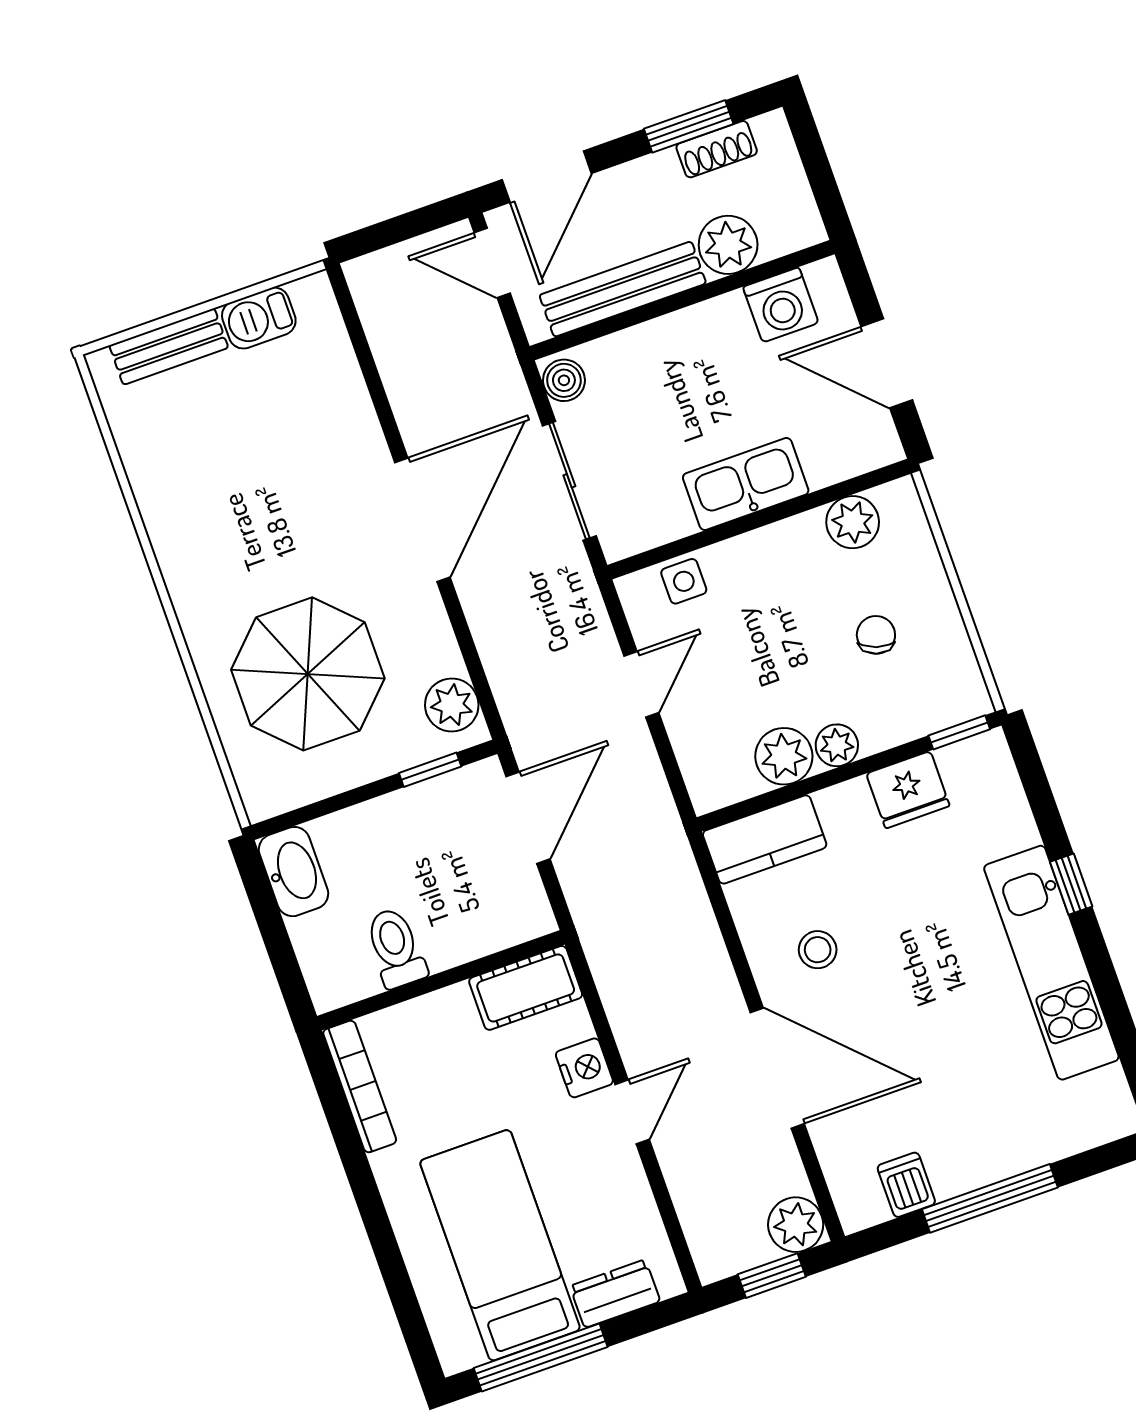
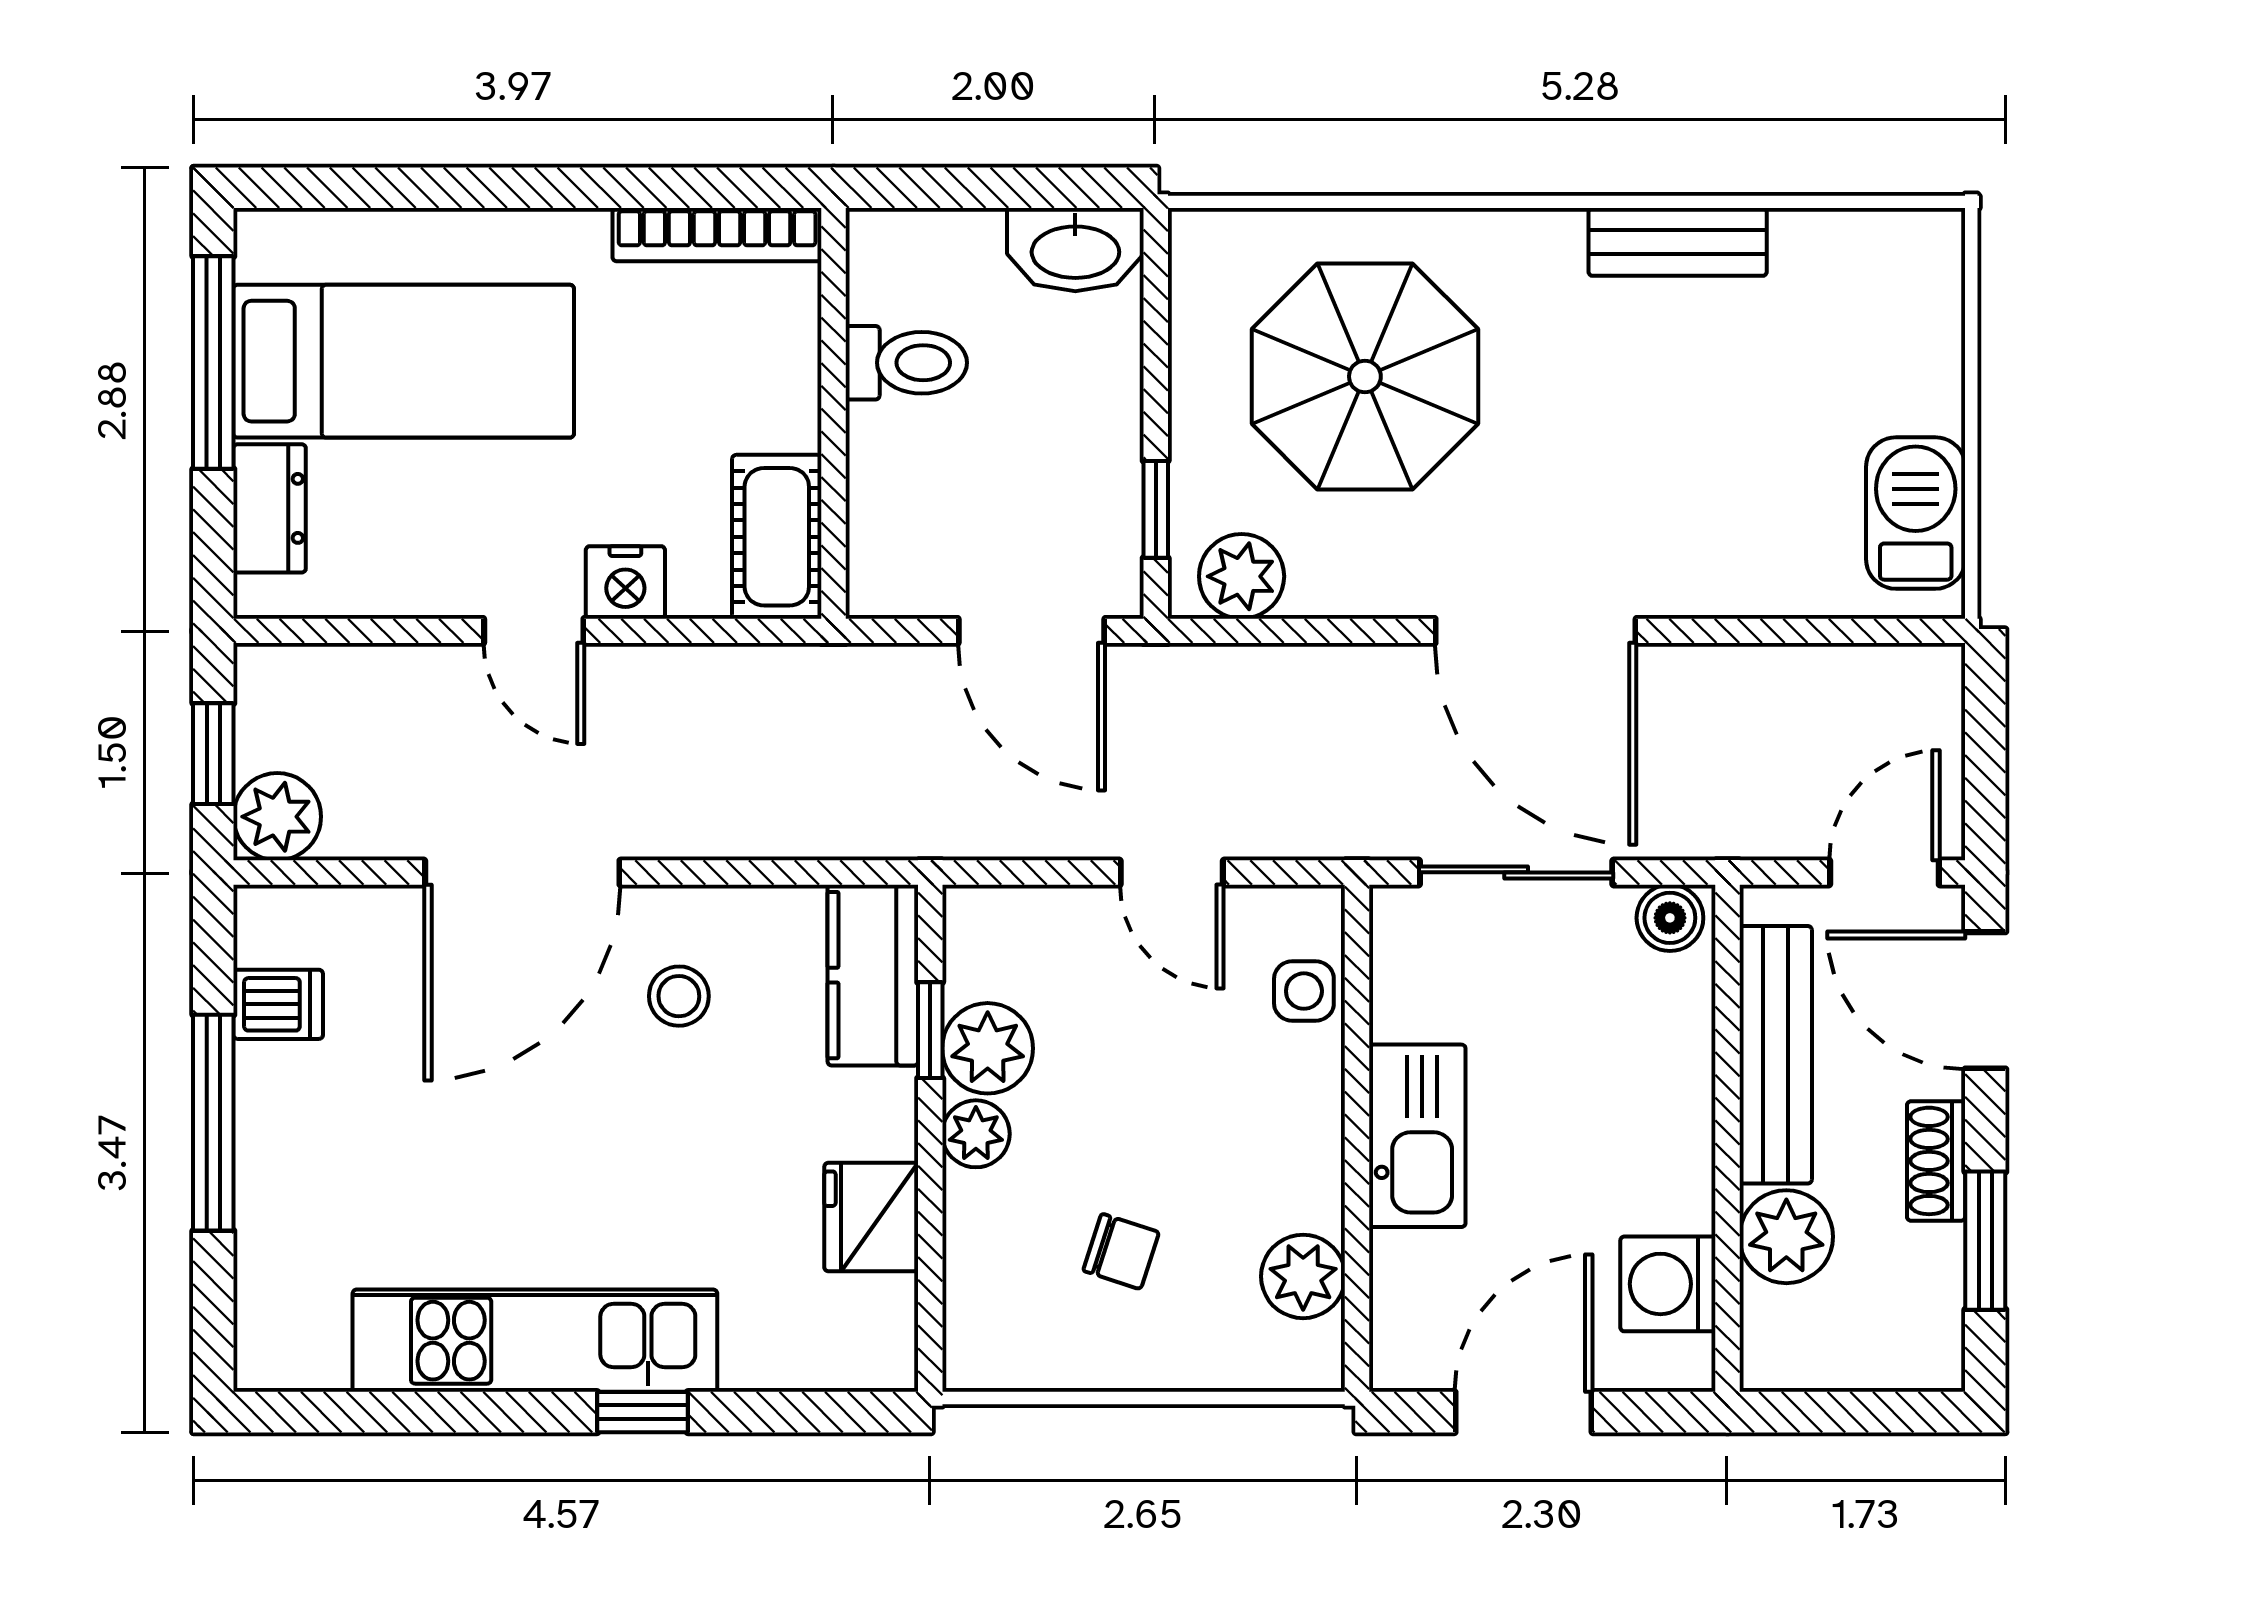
shoe rack: (717, 149) -> (1936, 1161), moved
barbecue: (259, 318) -> (1916, 513), width x1.38, depth x1.27
bench: (169, 347) -> (1678, 242), moved, turned 90
window: (959, 732) -> (930, 1030), moved

